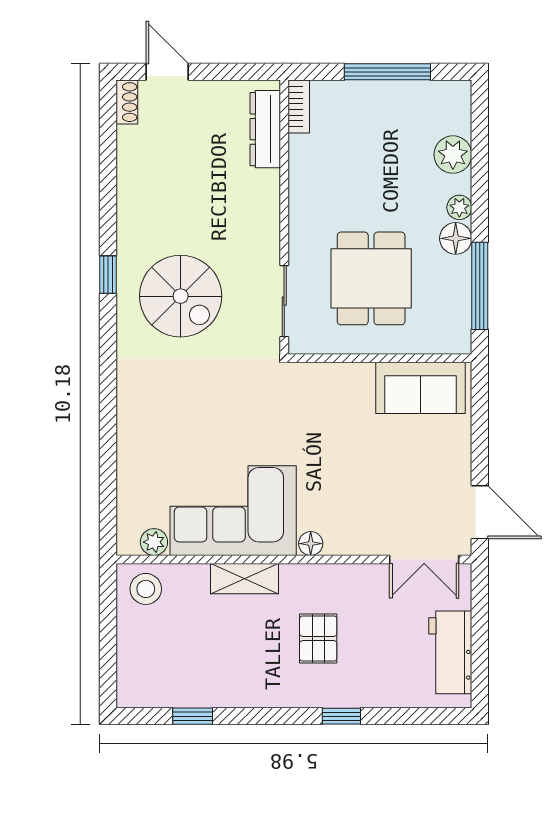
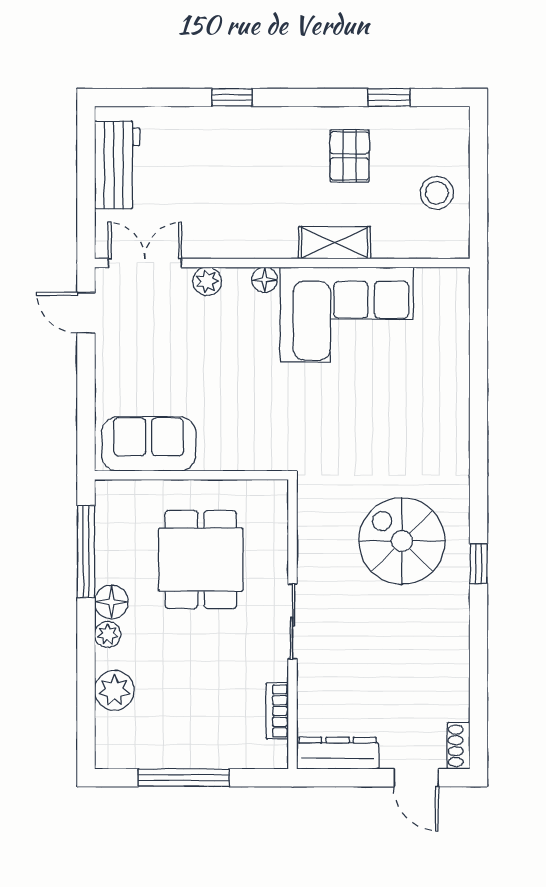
bookcase: (299, 107) -> (277, 711), moved
dresser: (265, 129) -> (338, 753), moved, turned -90
sliding door: (284, 301) -> (293, 622), moved
door: (480, 512) -> (86, 313), width x0.73
plant: (154, 542) -> (207, 281), moved
stool: (146, 589) -> (437, 193), moved
pallet: (318, 638) -> (350, 156), moved

